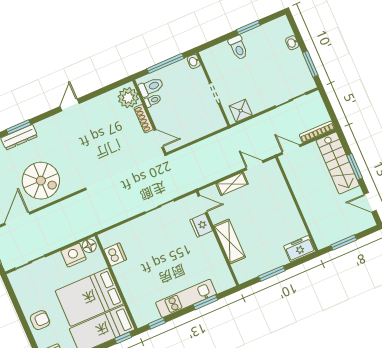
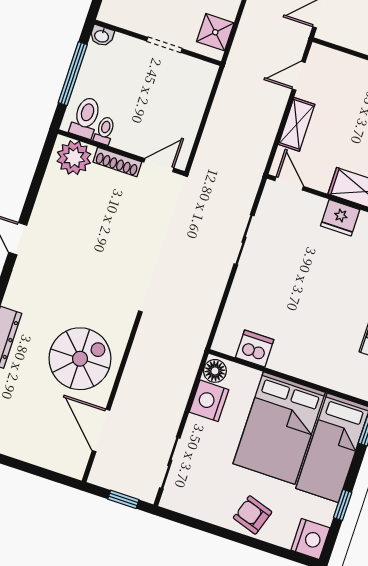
door: (203, 204) -> (289, 183), hinge flipped
fridge: (201, 225) -> (340, 218), moved
armchair: (40, 320) -> (253, 515), turned -72

